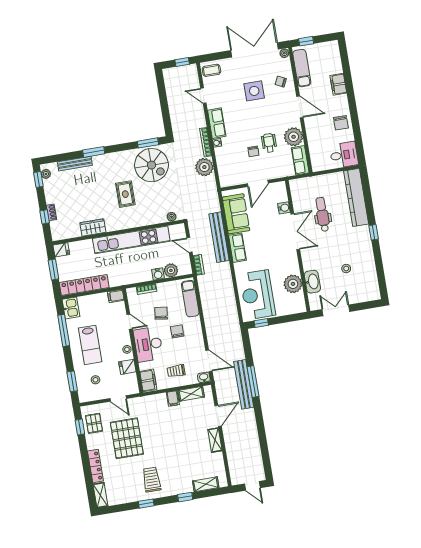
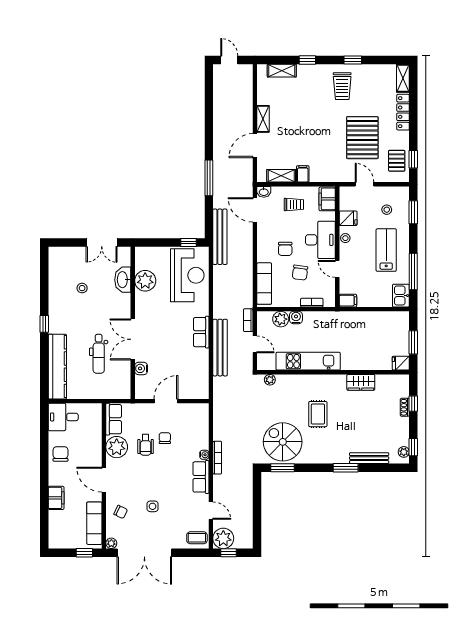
side table: (254, 91) -> (153, 506), width x0.54, depth x0.54
plant: (204, 167) -> (223, 538), moved
sofa: (236, 214) -> (196, 371), removed
kitchen unit: (131, 240) -> (308, 361), width x0.73
locker: (84, 285) -> (382, 319), removed
bench: (244, 384) -> (220, 237), moved

